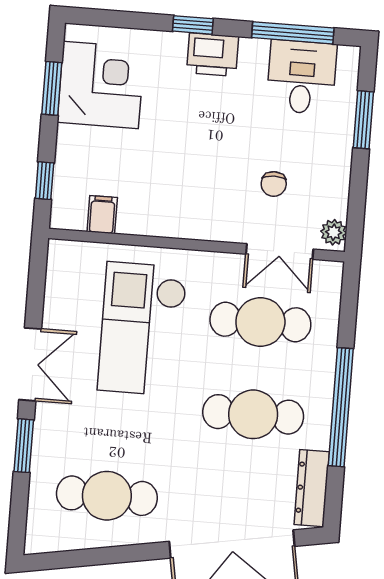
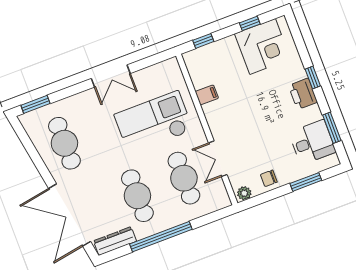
window: (293, 33) -> (332, 128), width x0.69
window: (52, 88) -> (250, 23), width x0.67
chair: (274, 184) -> (269, 178), moved
filing cabinet: (102, 215) -> (207, 95), moved
double door: (280, 252) -> (218, 159), moved
window: (24, 446) -> (35, 104), moved

